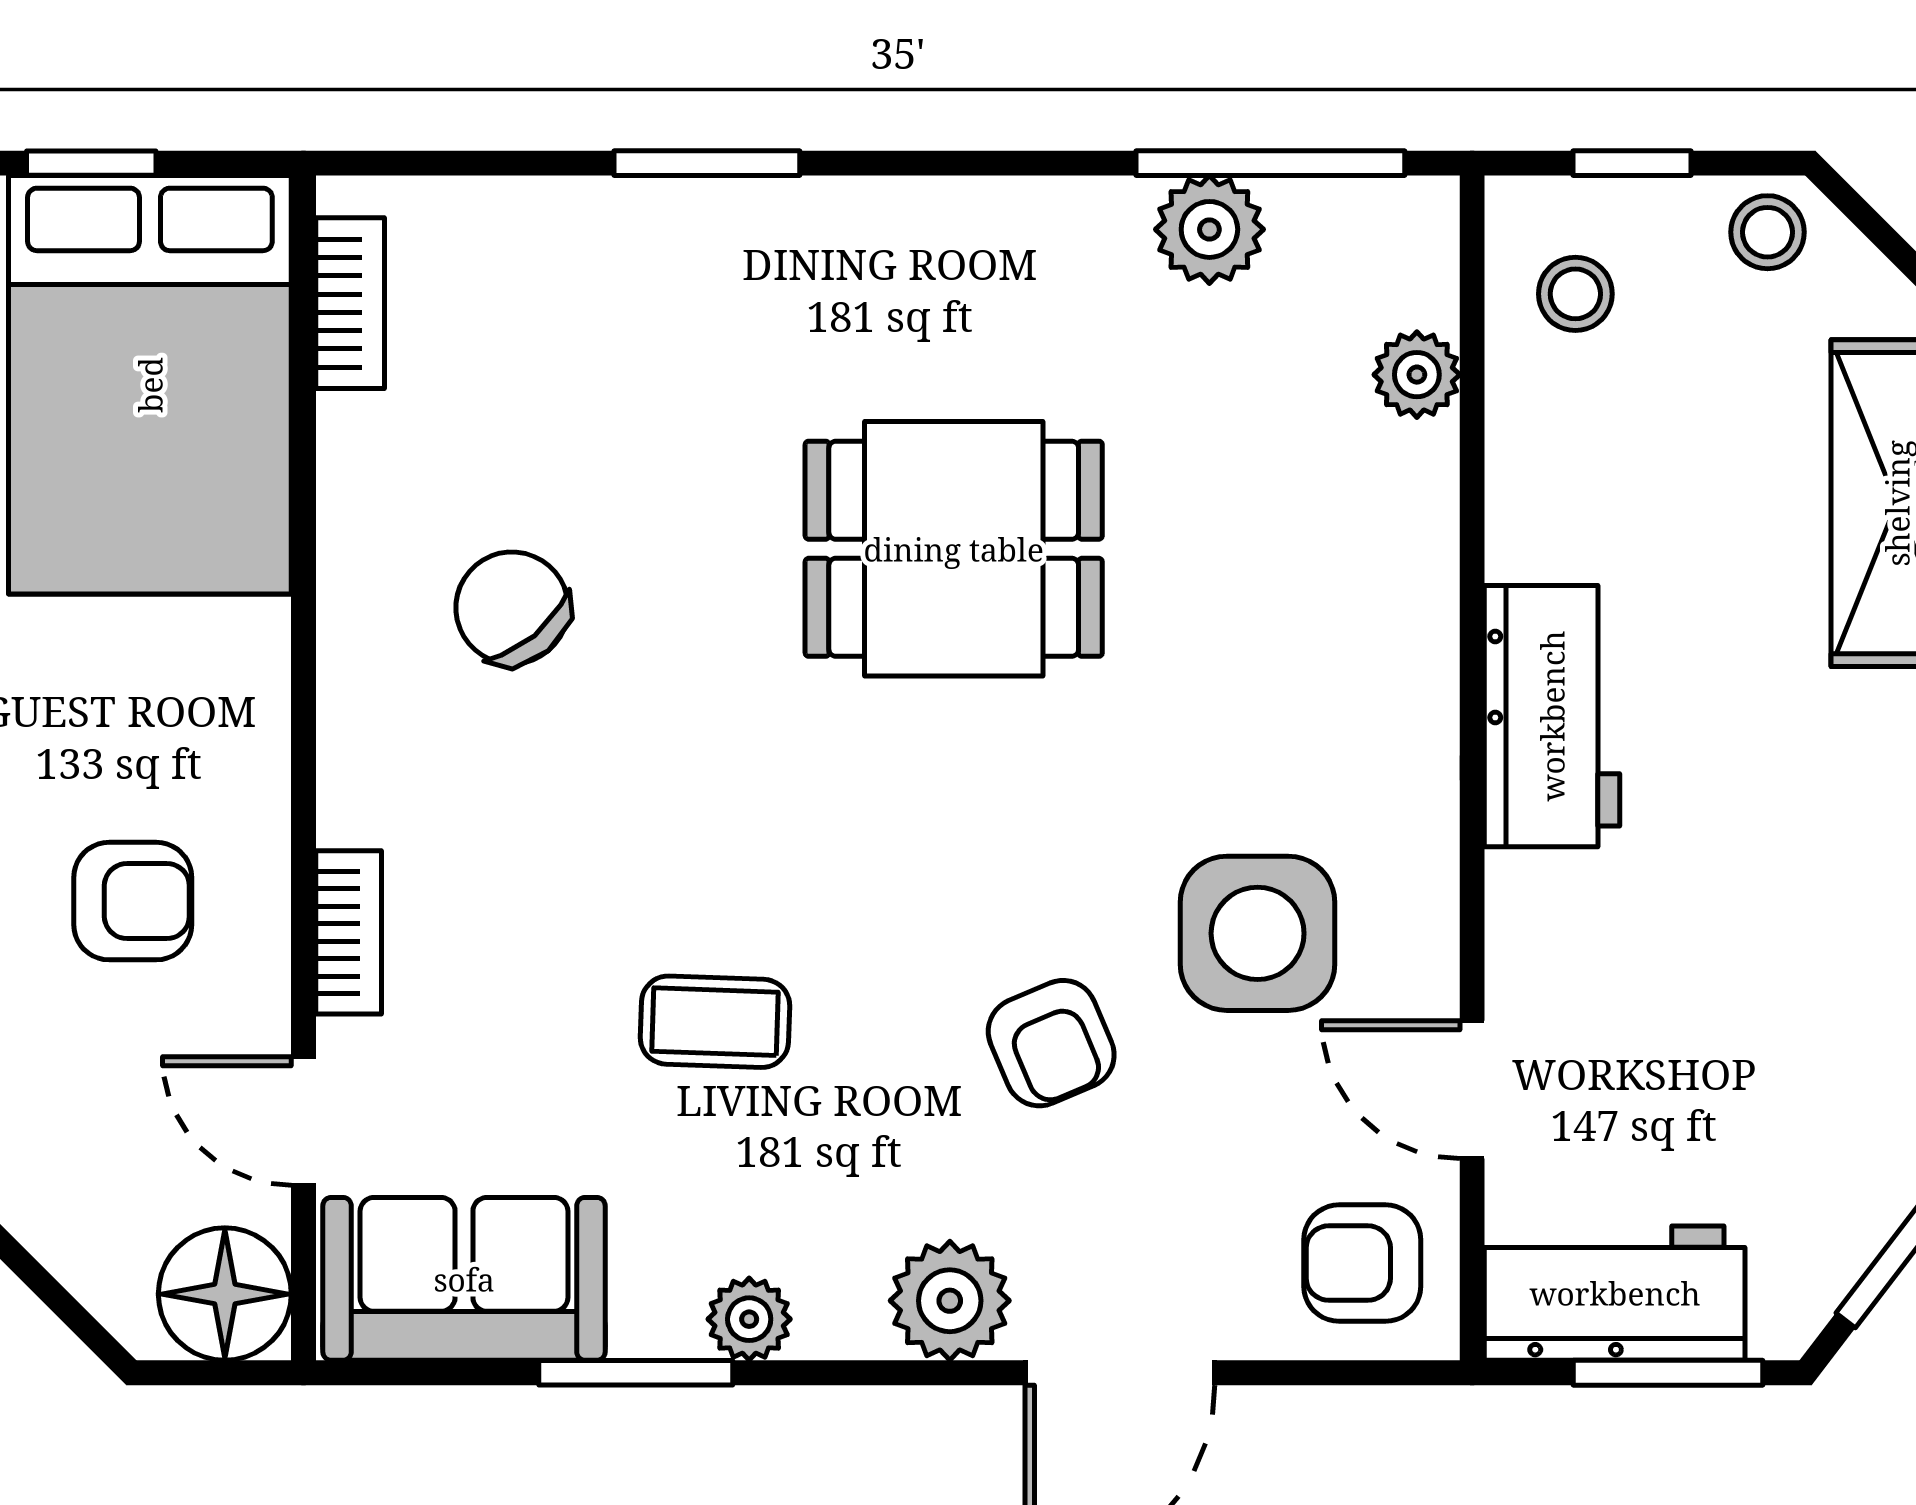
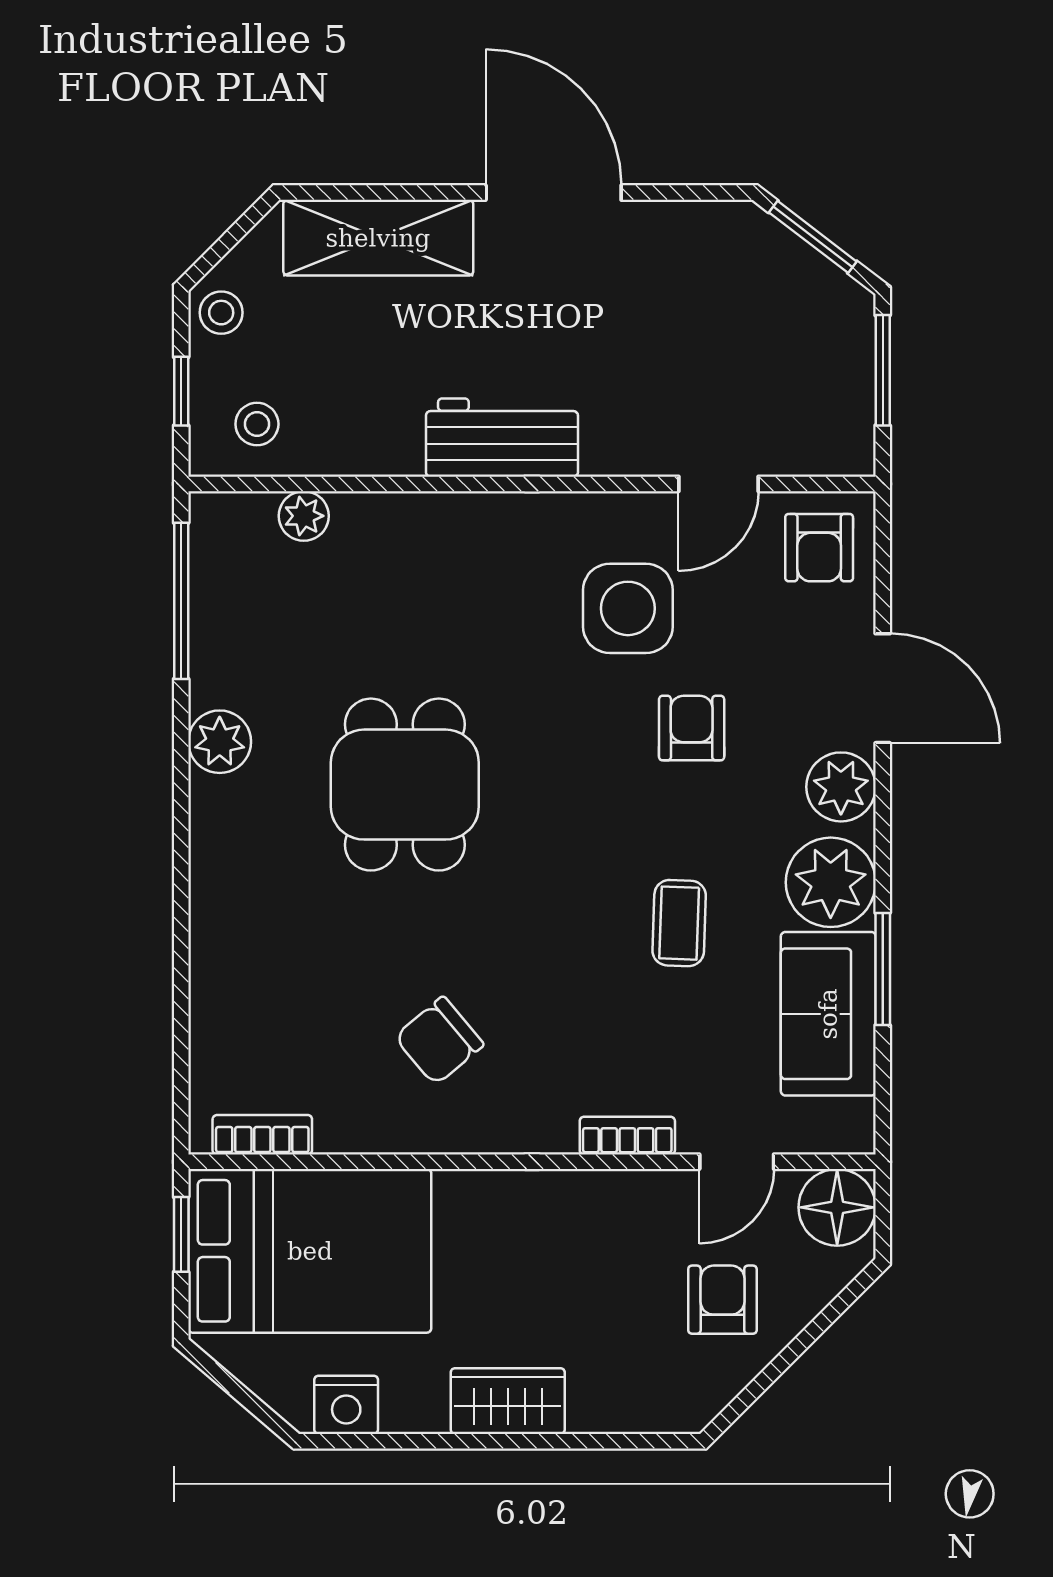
window: (91, 163) -> (181, 1234), moved
window: (707, 163) -> (181, 928), removed
plant: (1209, 229) -> (220, 742), moved
armchair: (133, 901) -> (722, 1300), moved
armchair: (1051, 1043) -> (692, 728), turned -67
sofa: (464, 1279) -> (828, 1014), moved
workbench: (1615, 1293) -> (837, 401), removed
plant: (749, 1319) -> (831, 882), width x1.88, depth x1.88

